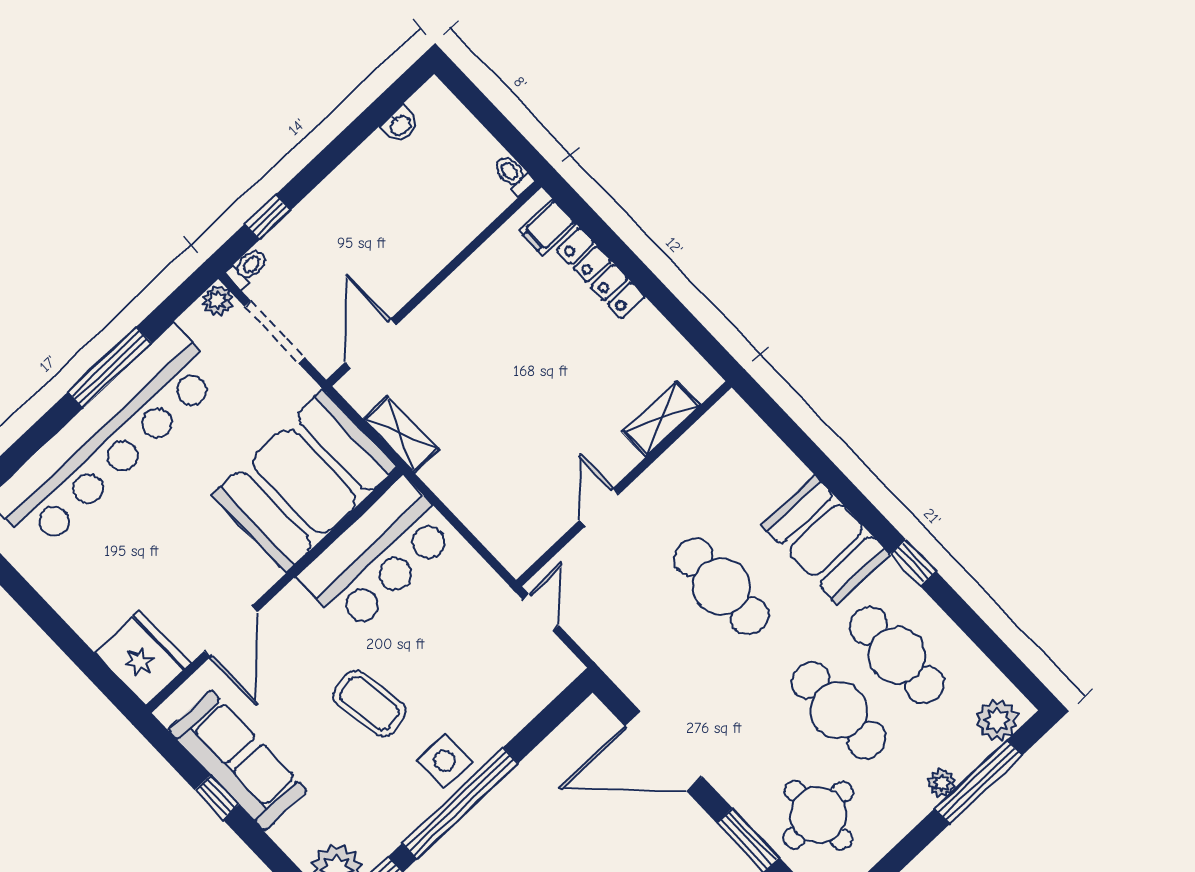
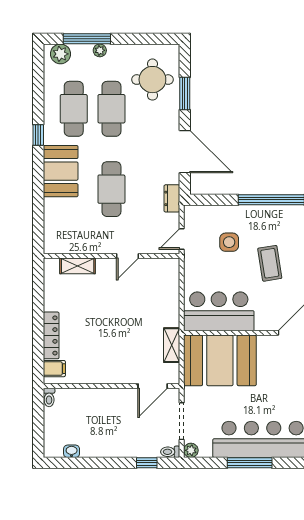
dresser: (615, 660) -> (172, 198), added
side table: (444, 761) -> (229, 242), moved

